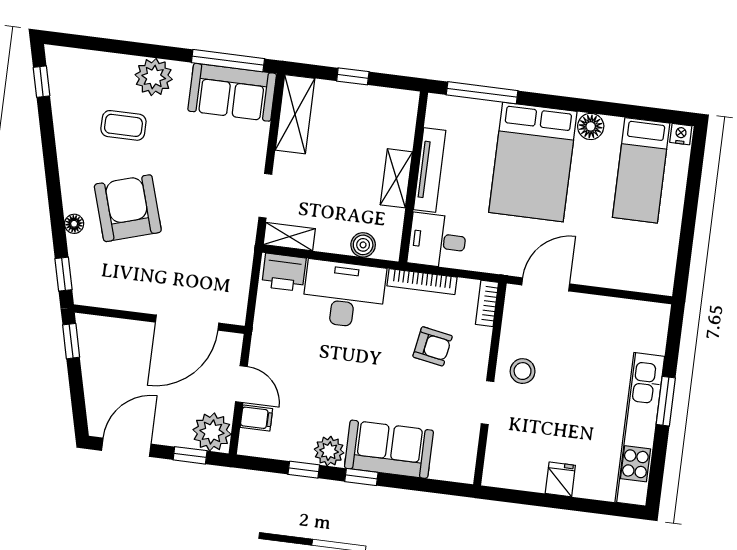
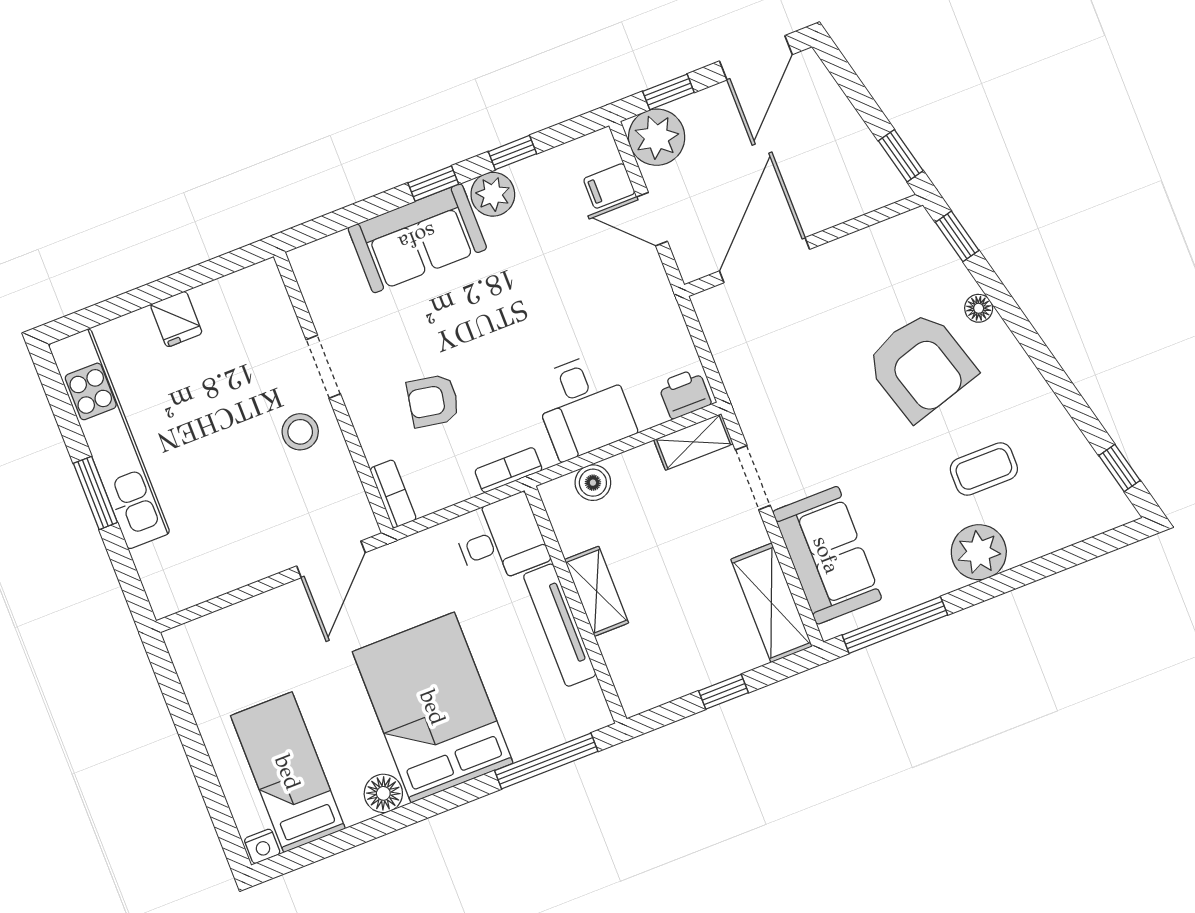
sofa: (232, 92) -> (827, 555), moved, turned 90
printer: (284, 272) -> (685, 394), width x0.73, depth x0.81
bookcase: (422, 282) -> (508, 470), width x0.64
desk: (344, 294) -> (583, 406), width x0.73

